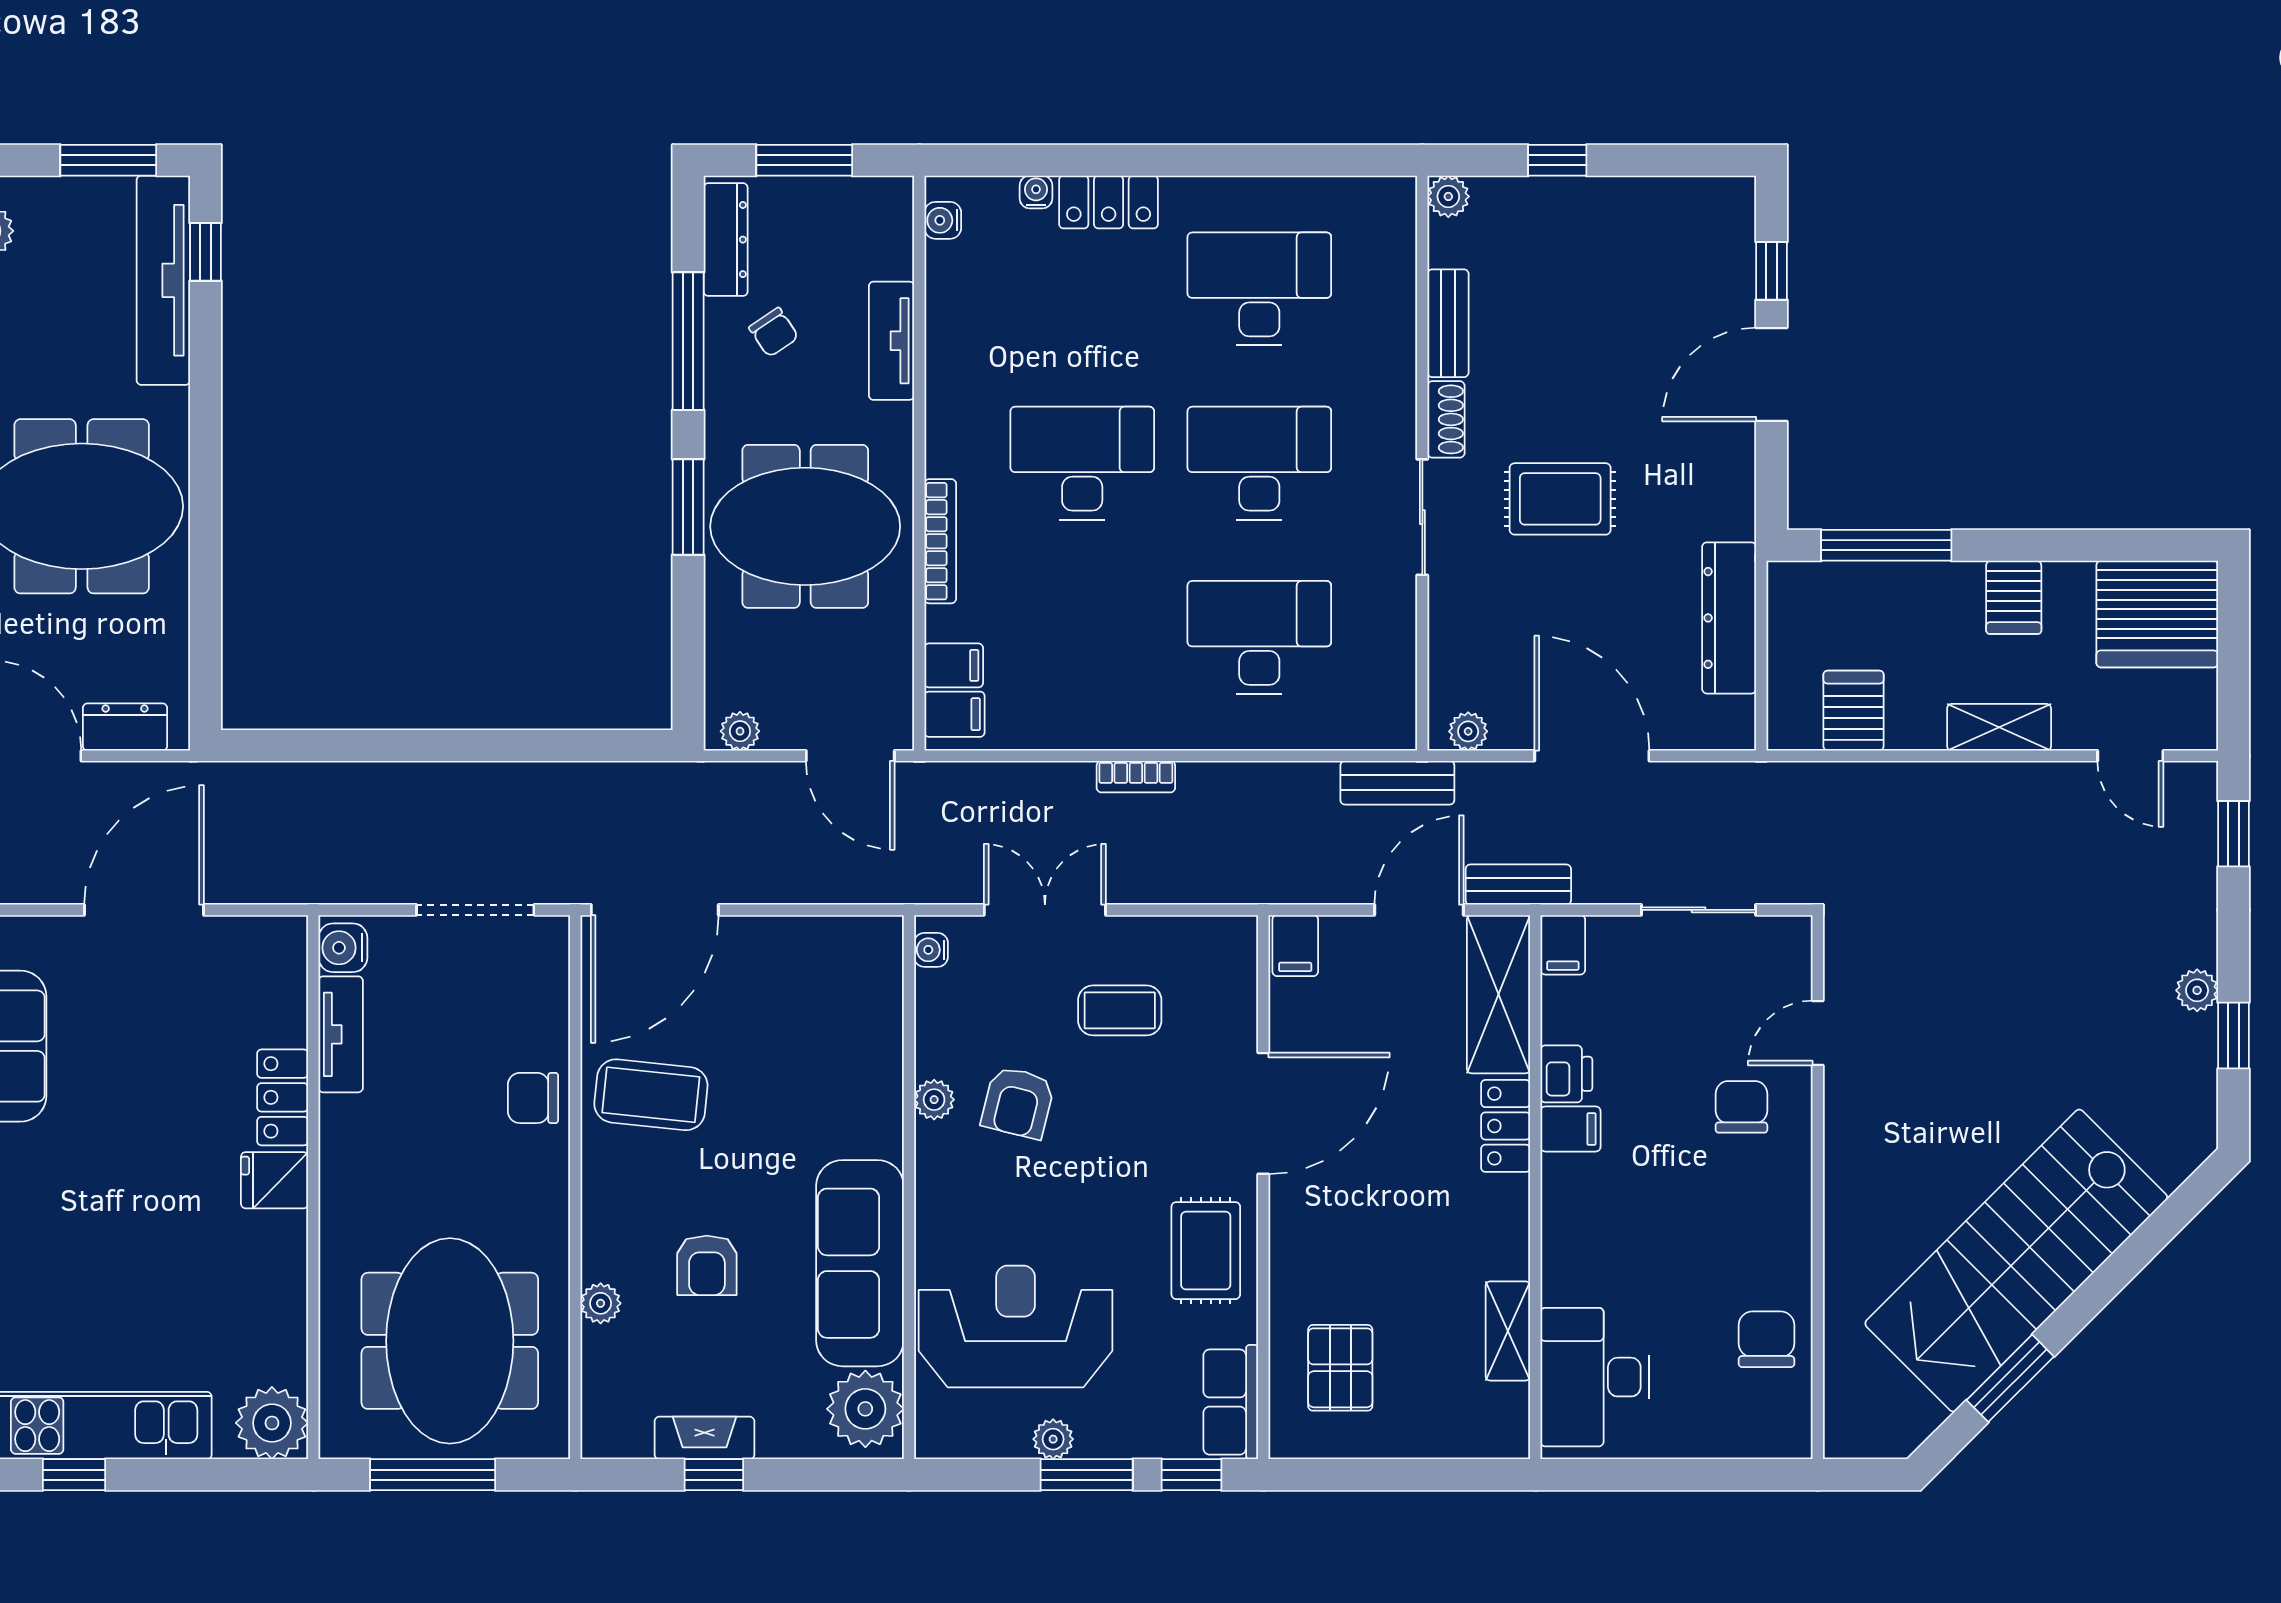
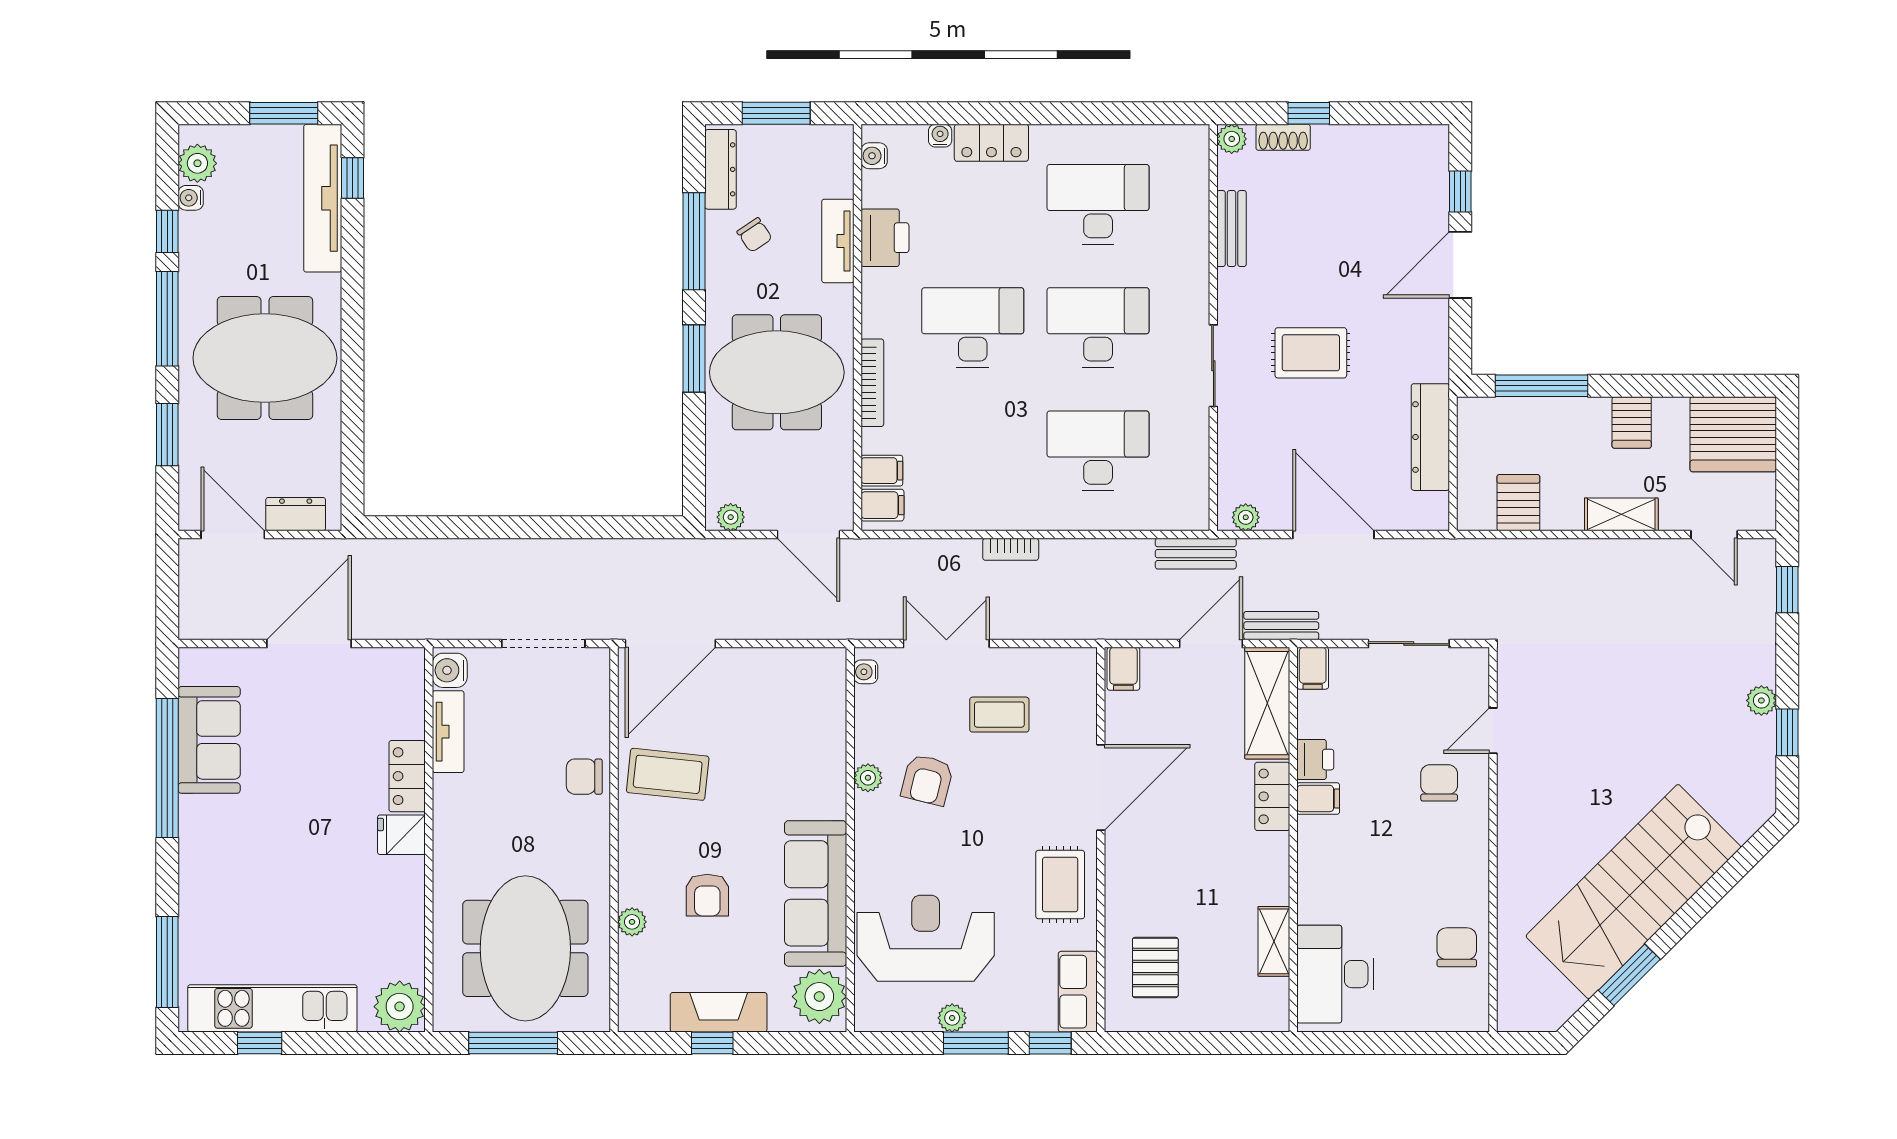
printer: (958, 336) -> (885, 238), added
shoe rack: (1446, 419) -> (1283, 137), moved, turned 90
fireplace: (704, 1438) -> (719, 1012), width x1.37, depth x1.32

